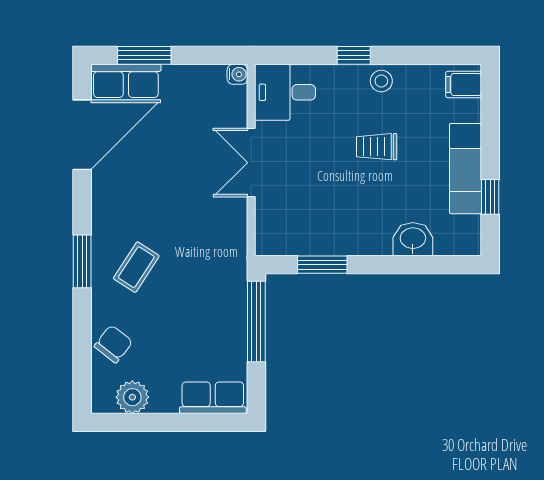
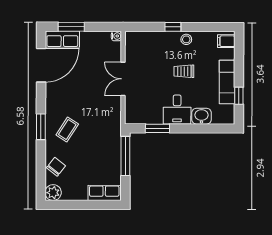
desk: (285, 92) -> (177, 110), moved, turned -90
plant: (132, 397) -> (53, 193), moved

